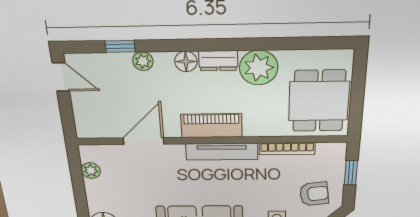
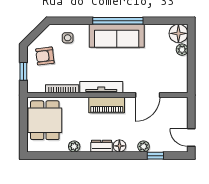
plant: (259, 68) -> (74, 146), width x0.53, depth x0.53
plant: (91, 171) -> (182, 50), moved

